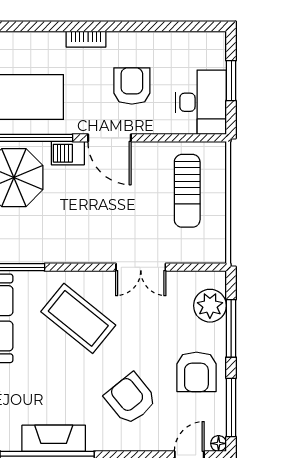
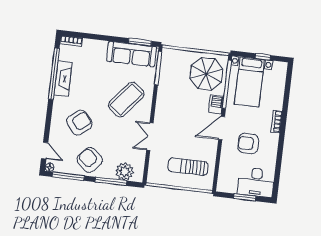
armchair: (132, 86) -> (248, 143), turned 180
desk: (201, 102) -> (256, 182), moved
armchair: (196, 372) -> (90, 160), turned 41

